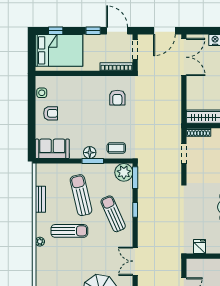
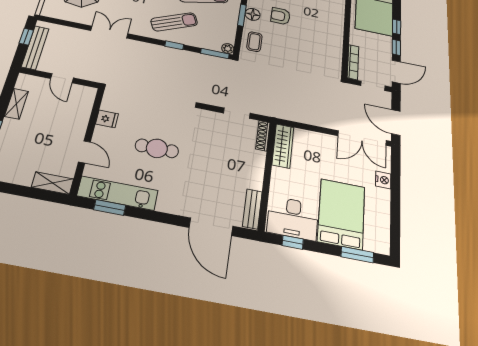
window: (56, 31) -> (397, 27), moved
armchair: (117, 98) -> (280, 16), moved
plant: (124, 172) -> (228, 49), width x0.53, depth x0.53
fridge: (199, 247) -> (107, 119), moved

